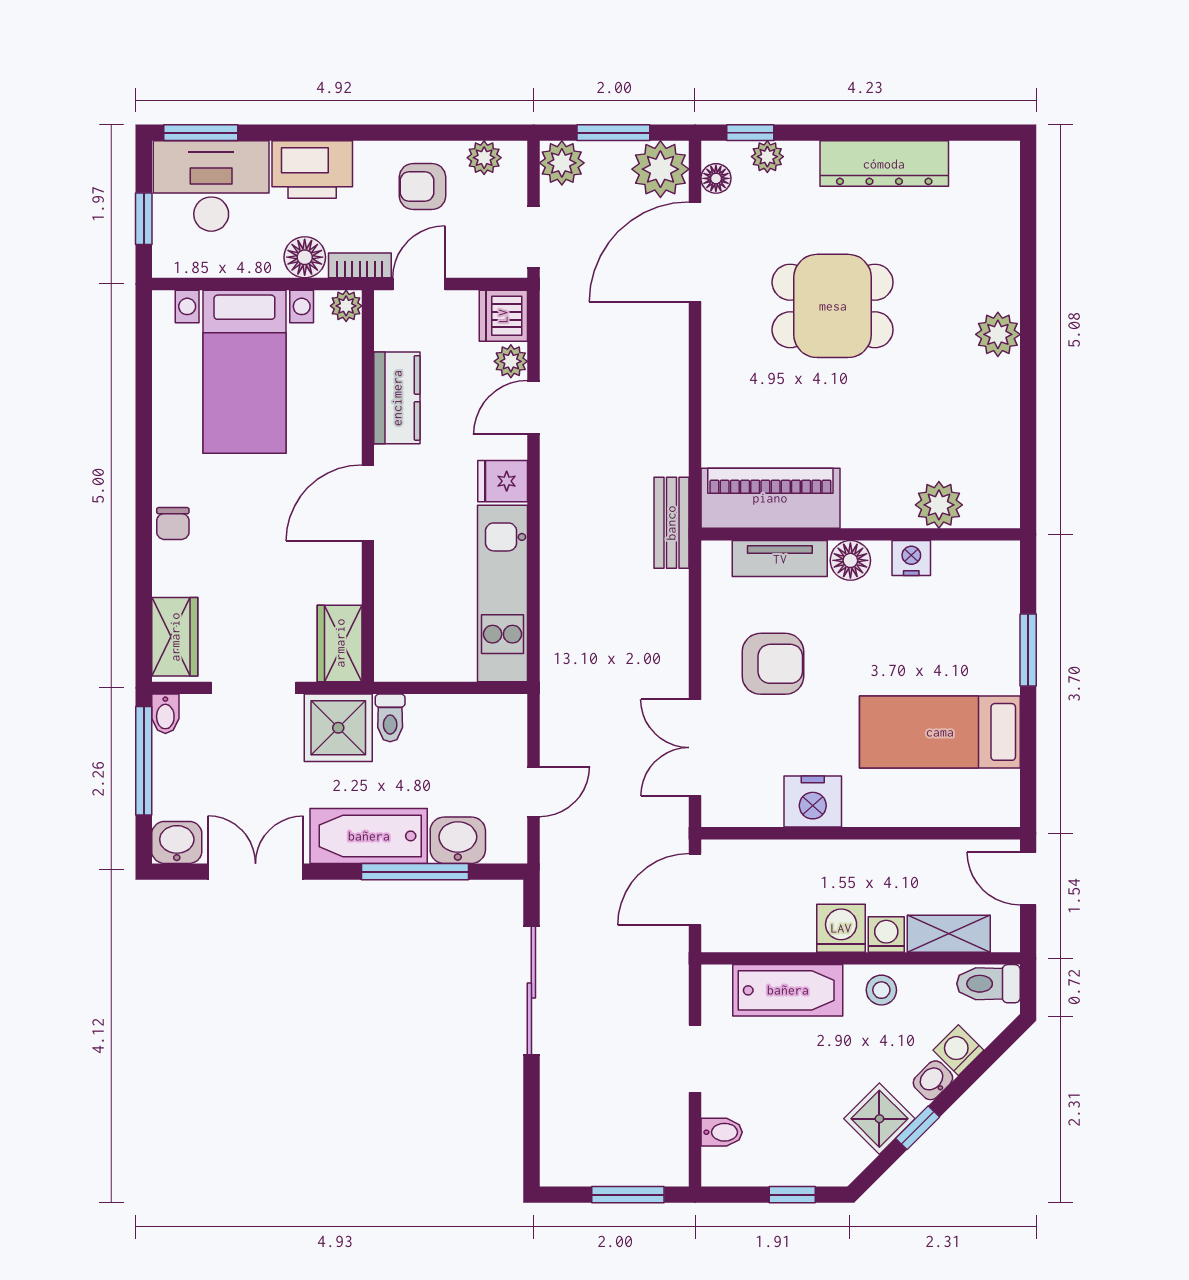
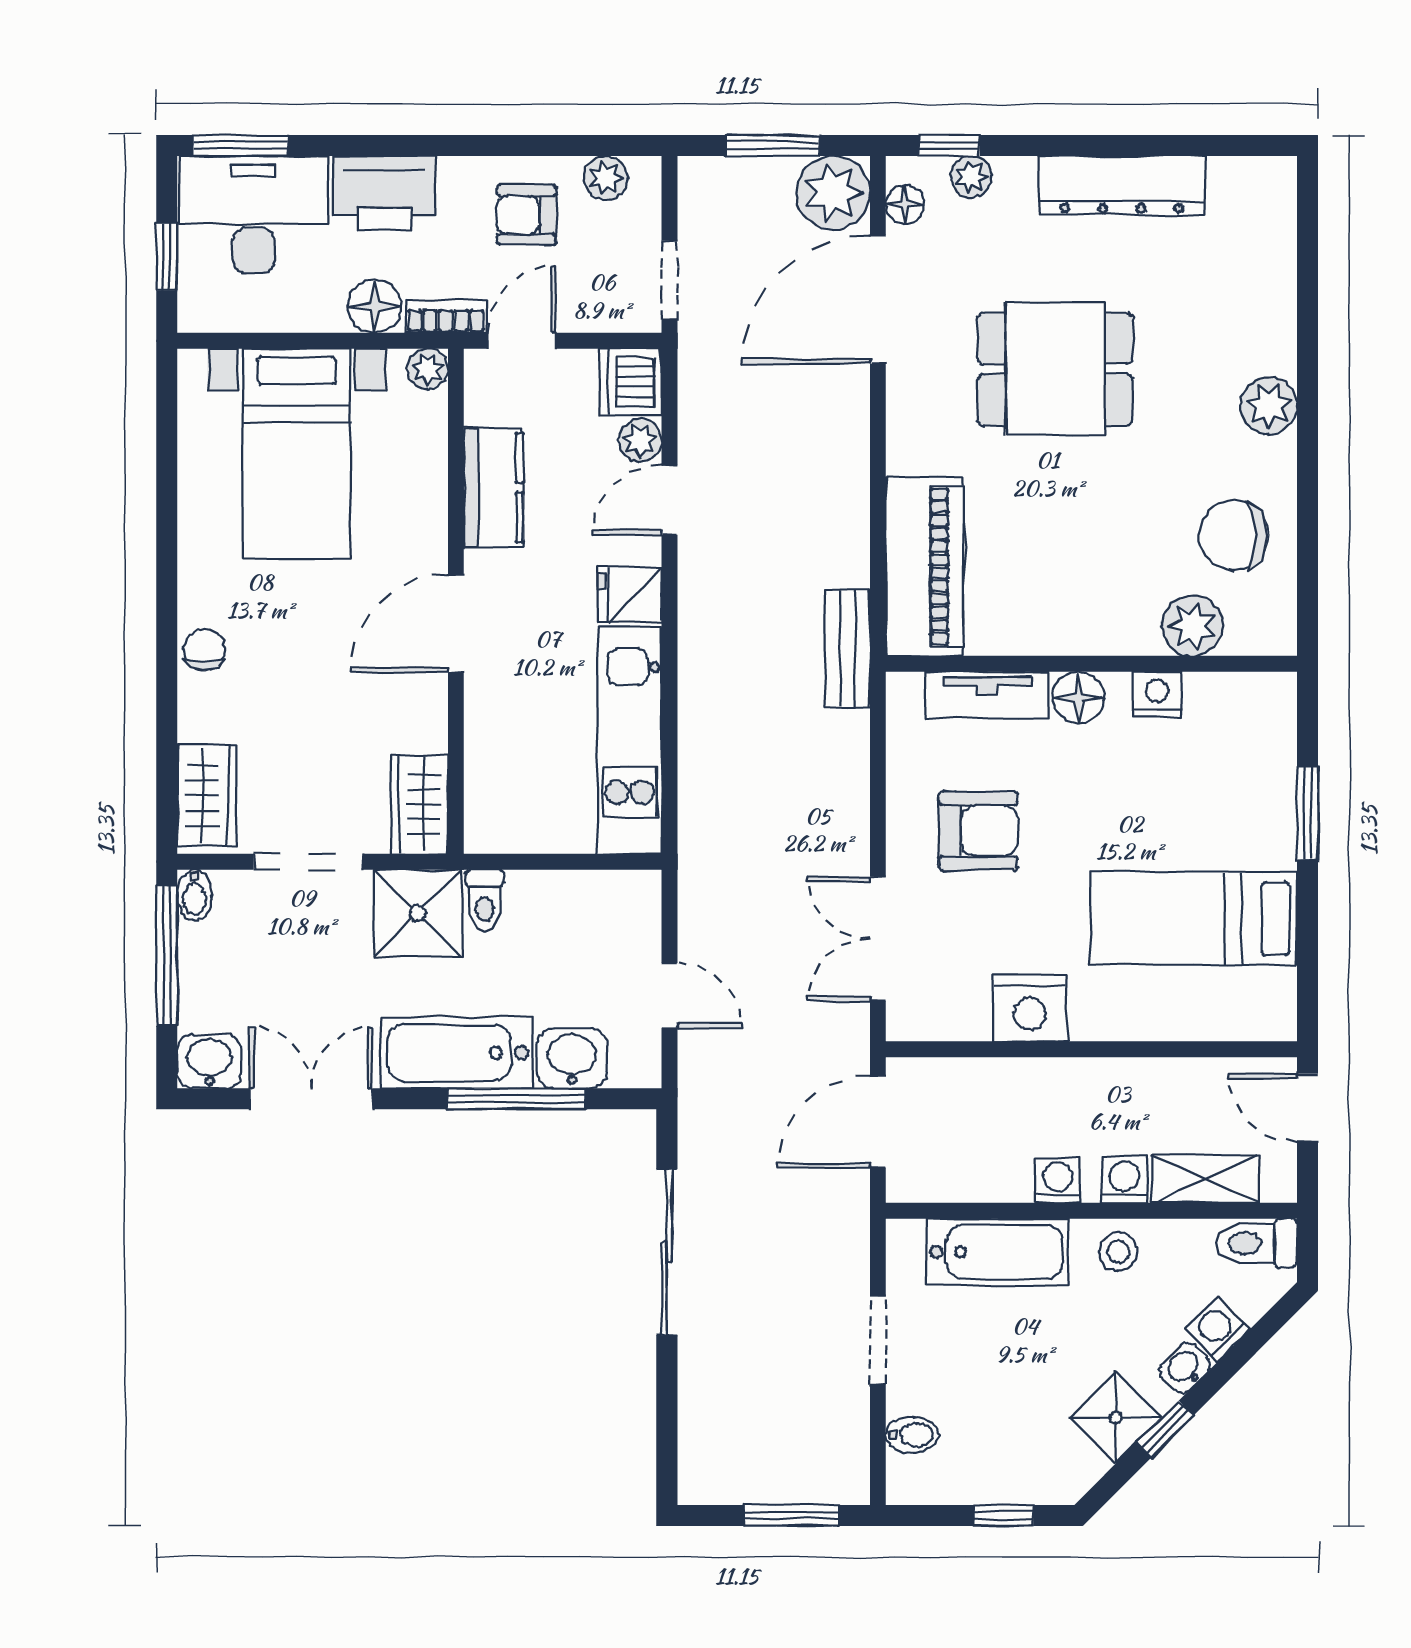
plant: (562, 163) -> (706, 185), removed
chair: (971, 435) -> (1233, 535), added
piano: (770, 498) -> (925, 566), moved, turned 90
chair: (173, 524) -> (204, 650), turned 180
door: (533, 792) -> (669, 995), hinge flipped
washing machine: (841, 928) -> (1058, 1180), width x0.73, depth x0.73

